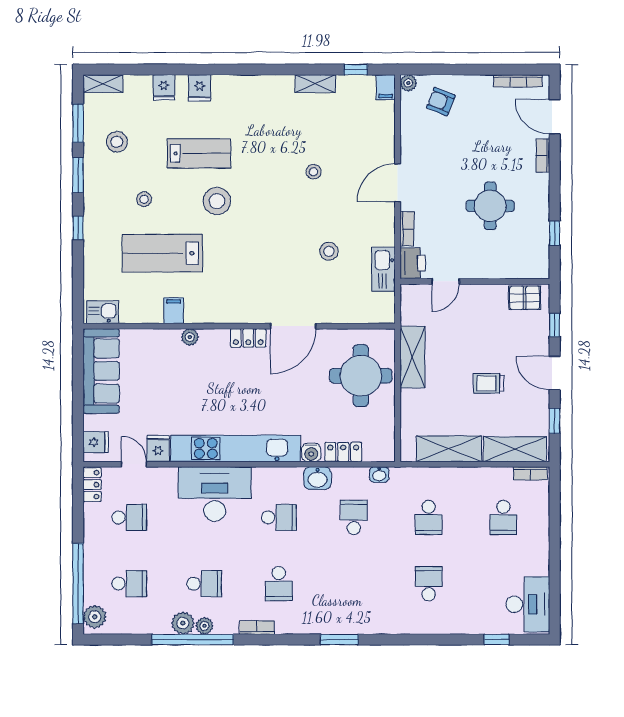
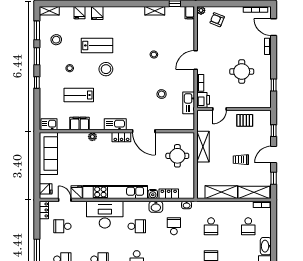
lab bench: (162, 253) -> (79, 95), width x0.73, depth x0.72
pallet: (525, 298) -> (245, 120), moved
filing cabinet: (174, 311) -> (80, 124), width x2.00
kitchen sink: (236, 312) -> (115, 124), added
door: (293, 326) -> (144, 131), hinge flipped
door: (555, 373) -> (274, 155), hinge flipped
round table: (361, 376) -> (177, 156), width x0.73, depth x0.73
school desk: (129, 517) -> (62, 226), turned 180
washbasin: (539, 557) -> (266, 246), added

